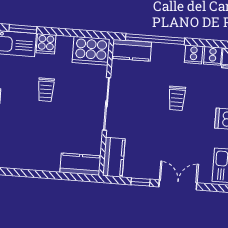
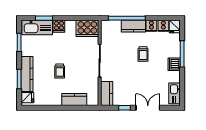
kitchen counter: (132, 50) -> (133, 26), moved
trolley: (46, 90) -> (60, 71), moved
kitchen counter: (80, 164) -> (74, 100), moved

